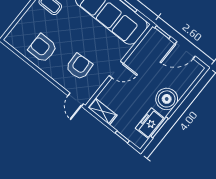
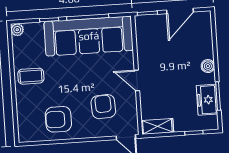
door: (116, 69) -> (137, 80), swing flipped
boiler: (167, 99) -> (208, 66), width x0.54, depth x0.54

